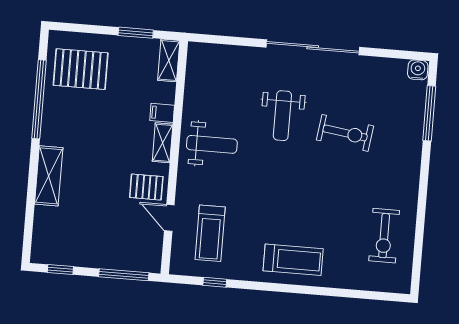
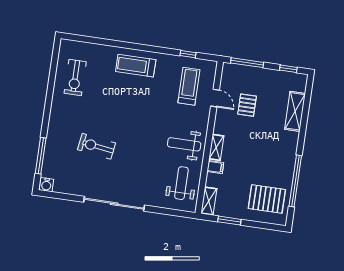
weight bench: (282, 116) -> (181, 183), moved
shelving: (49, 176) -> (295, 111), moved
pallet: (146, 187) -> (247, 105), moved, turned 90
exercise bike: (384, 236) -> (75, 78), turned 180

